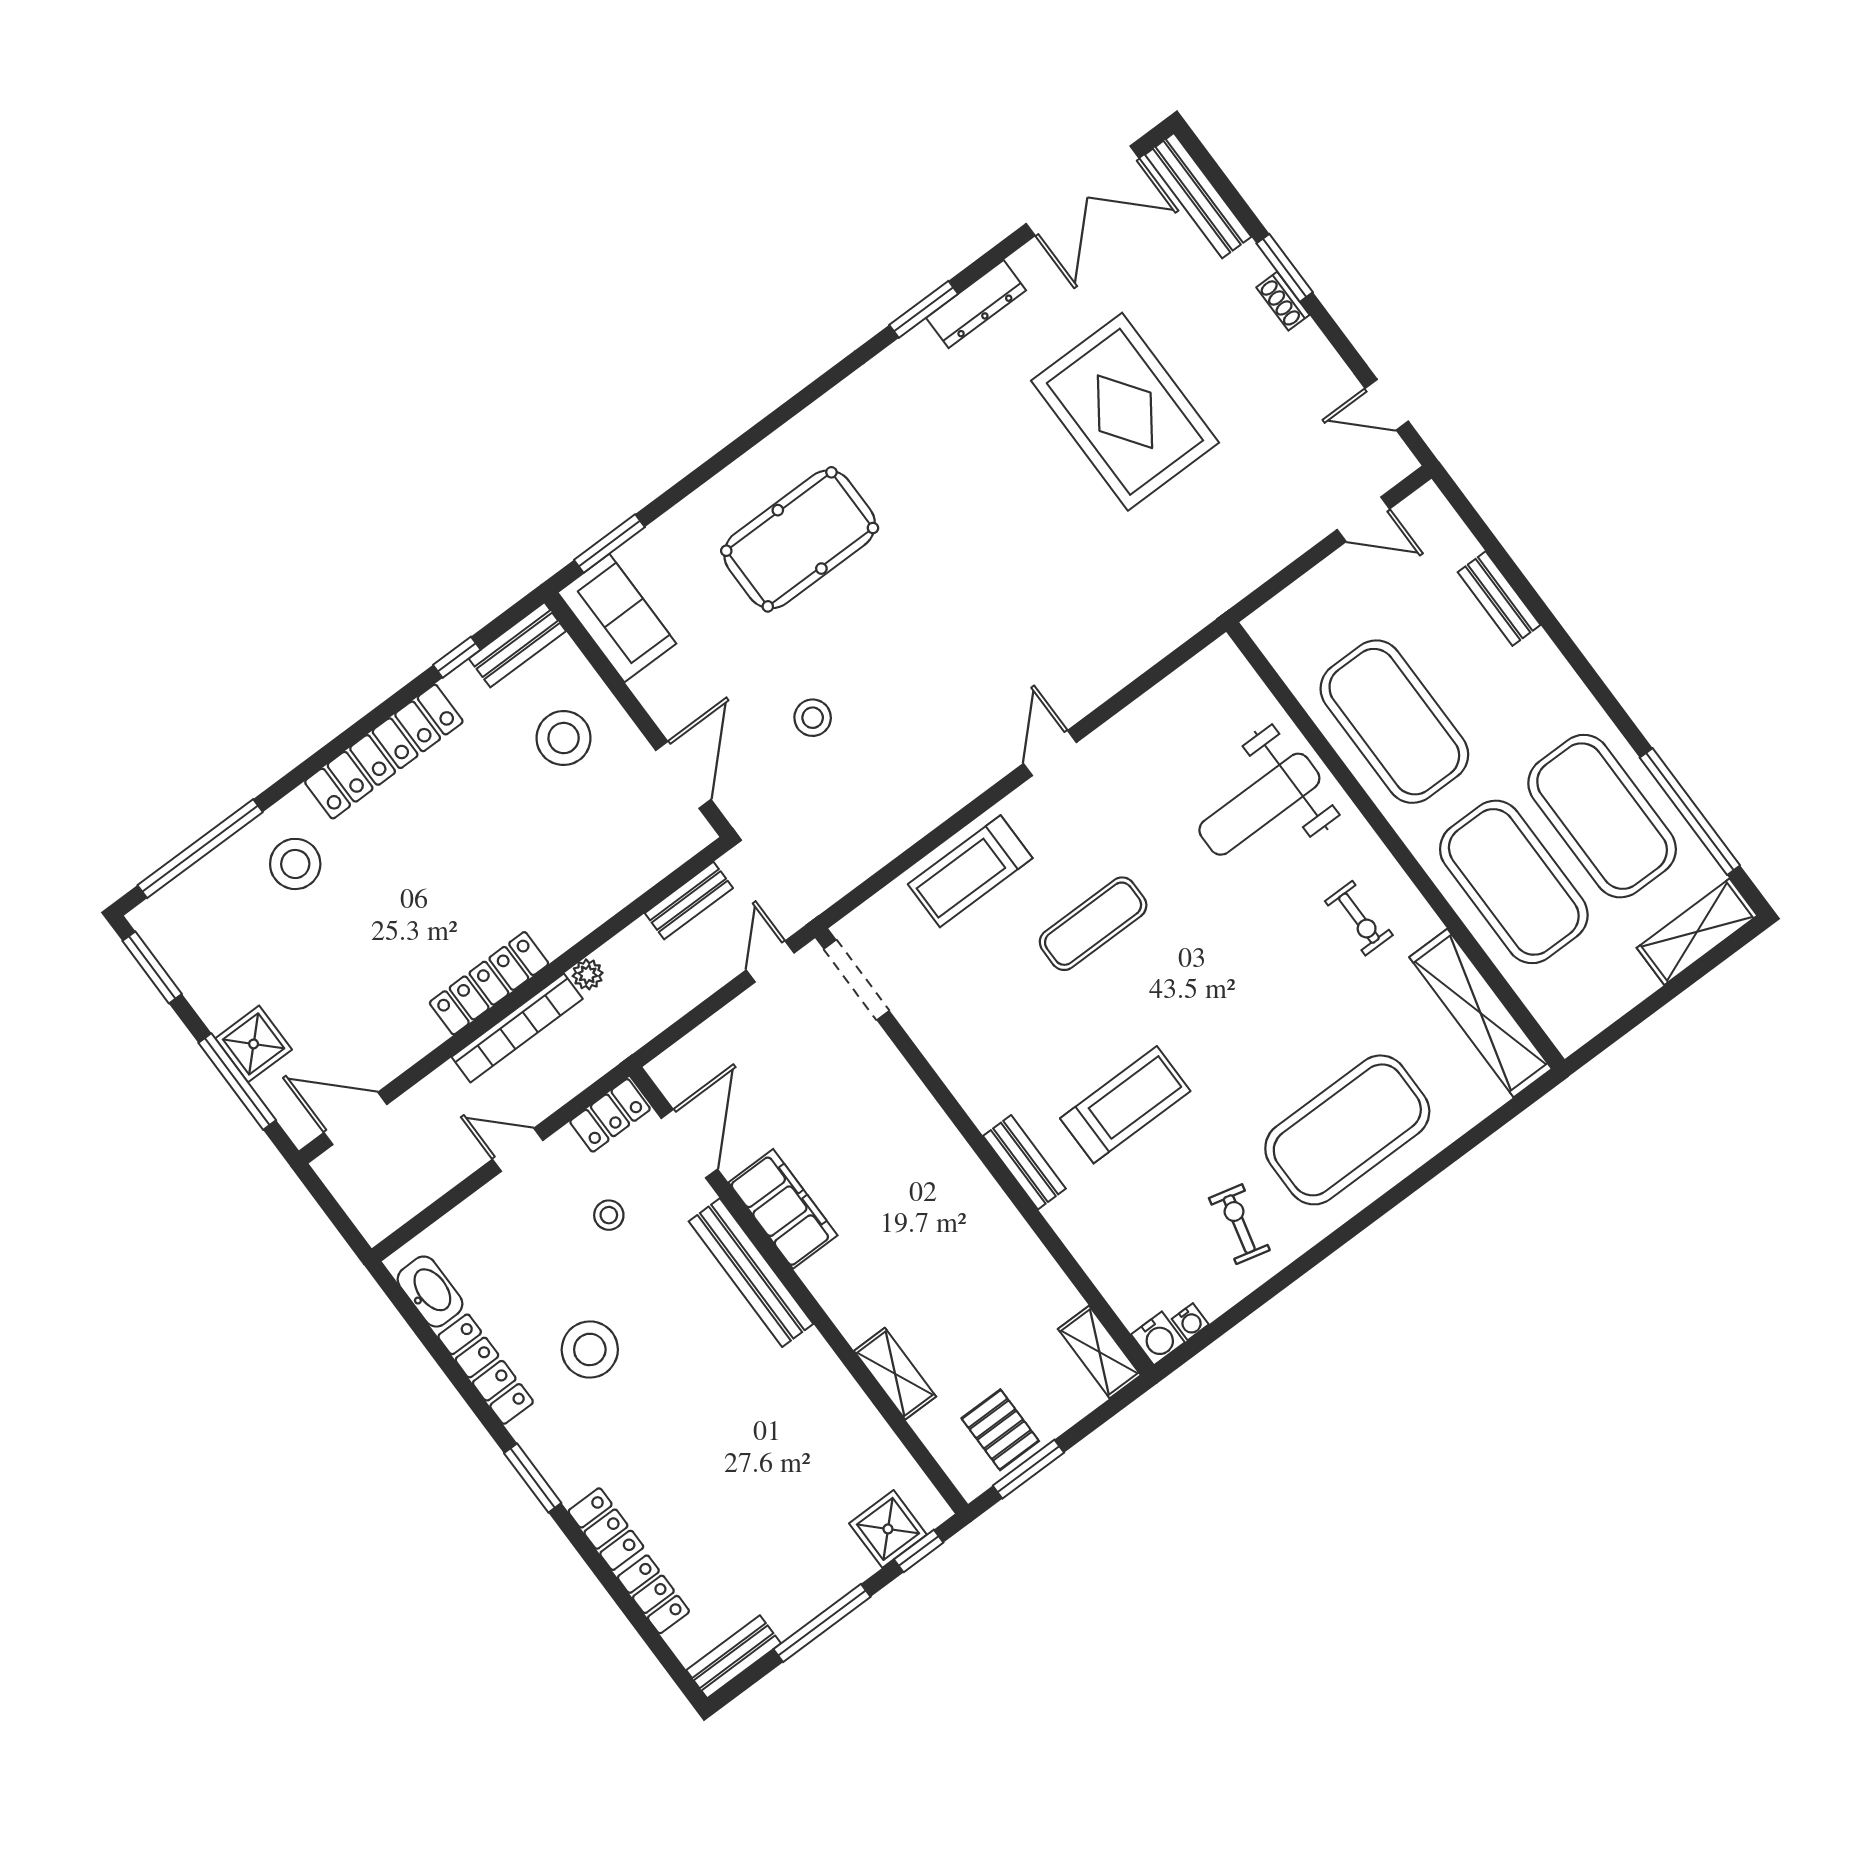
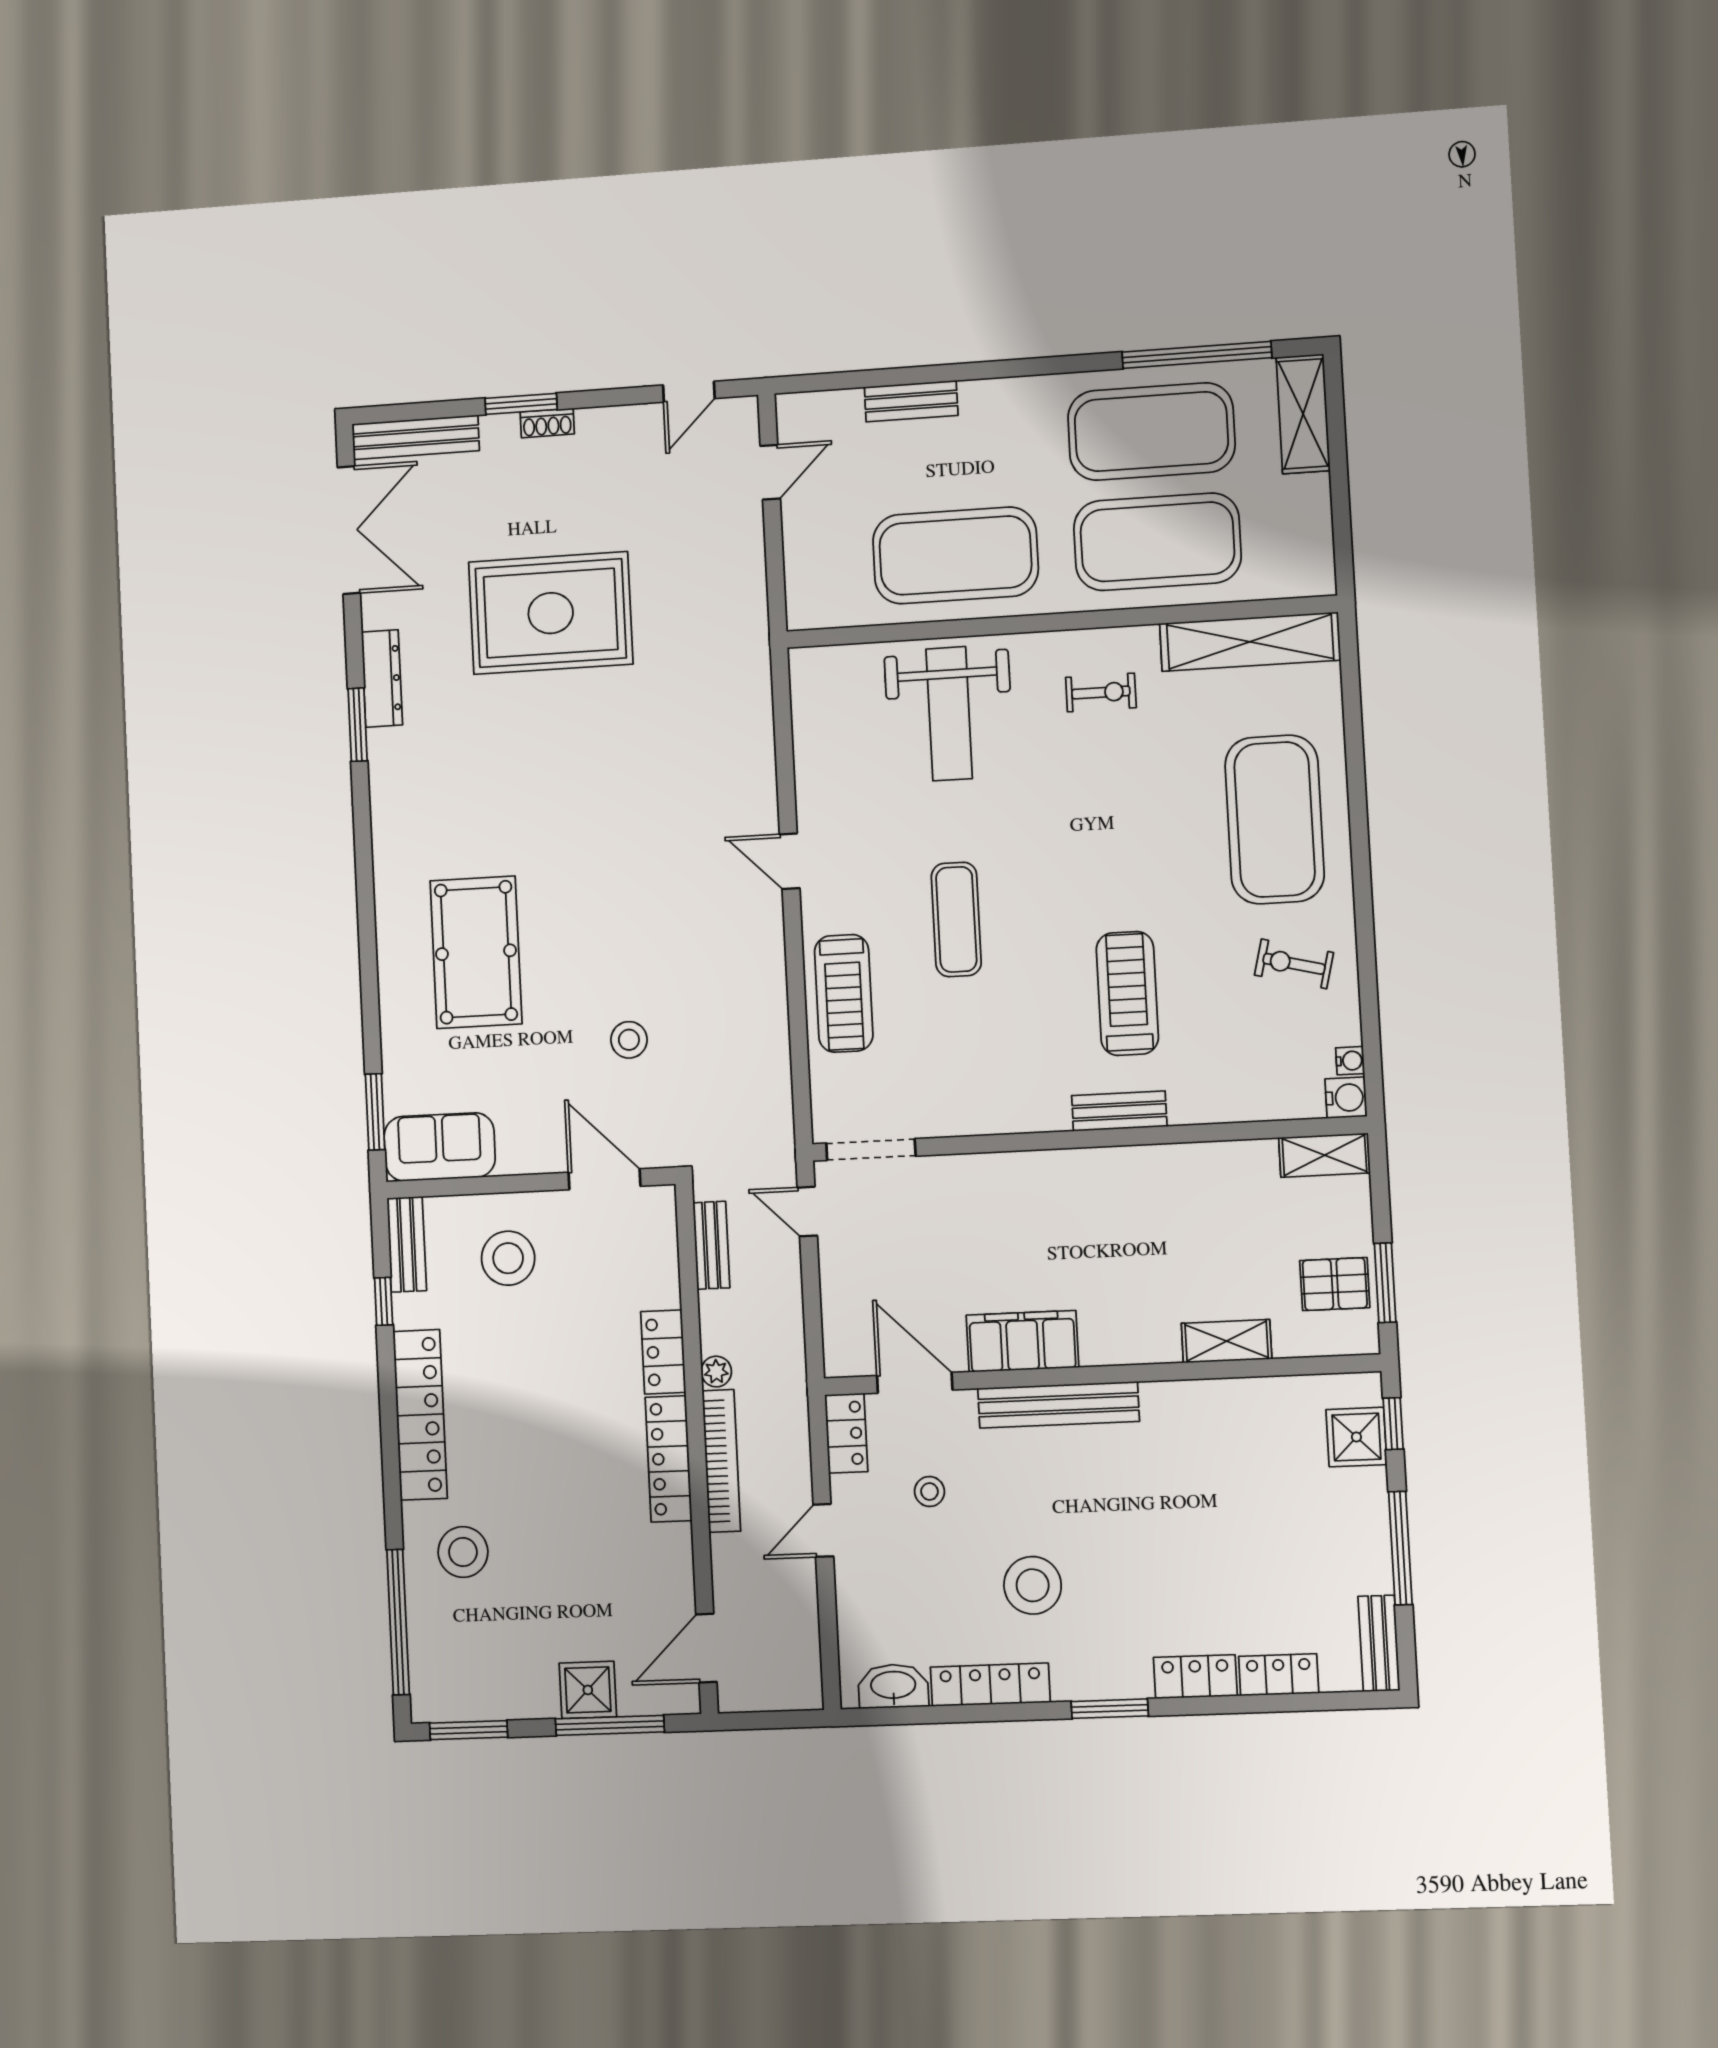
locker: (574, 920) -> (663, 1352), added

